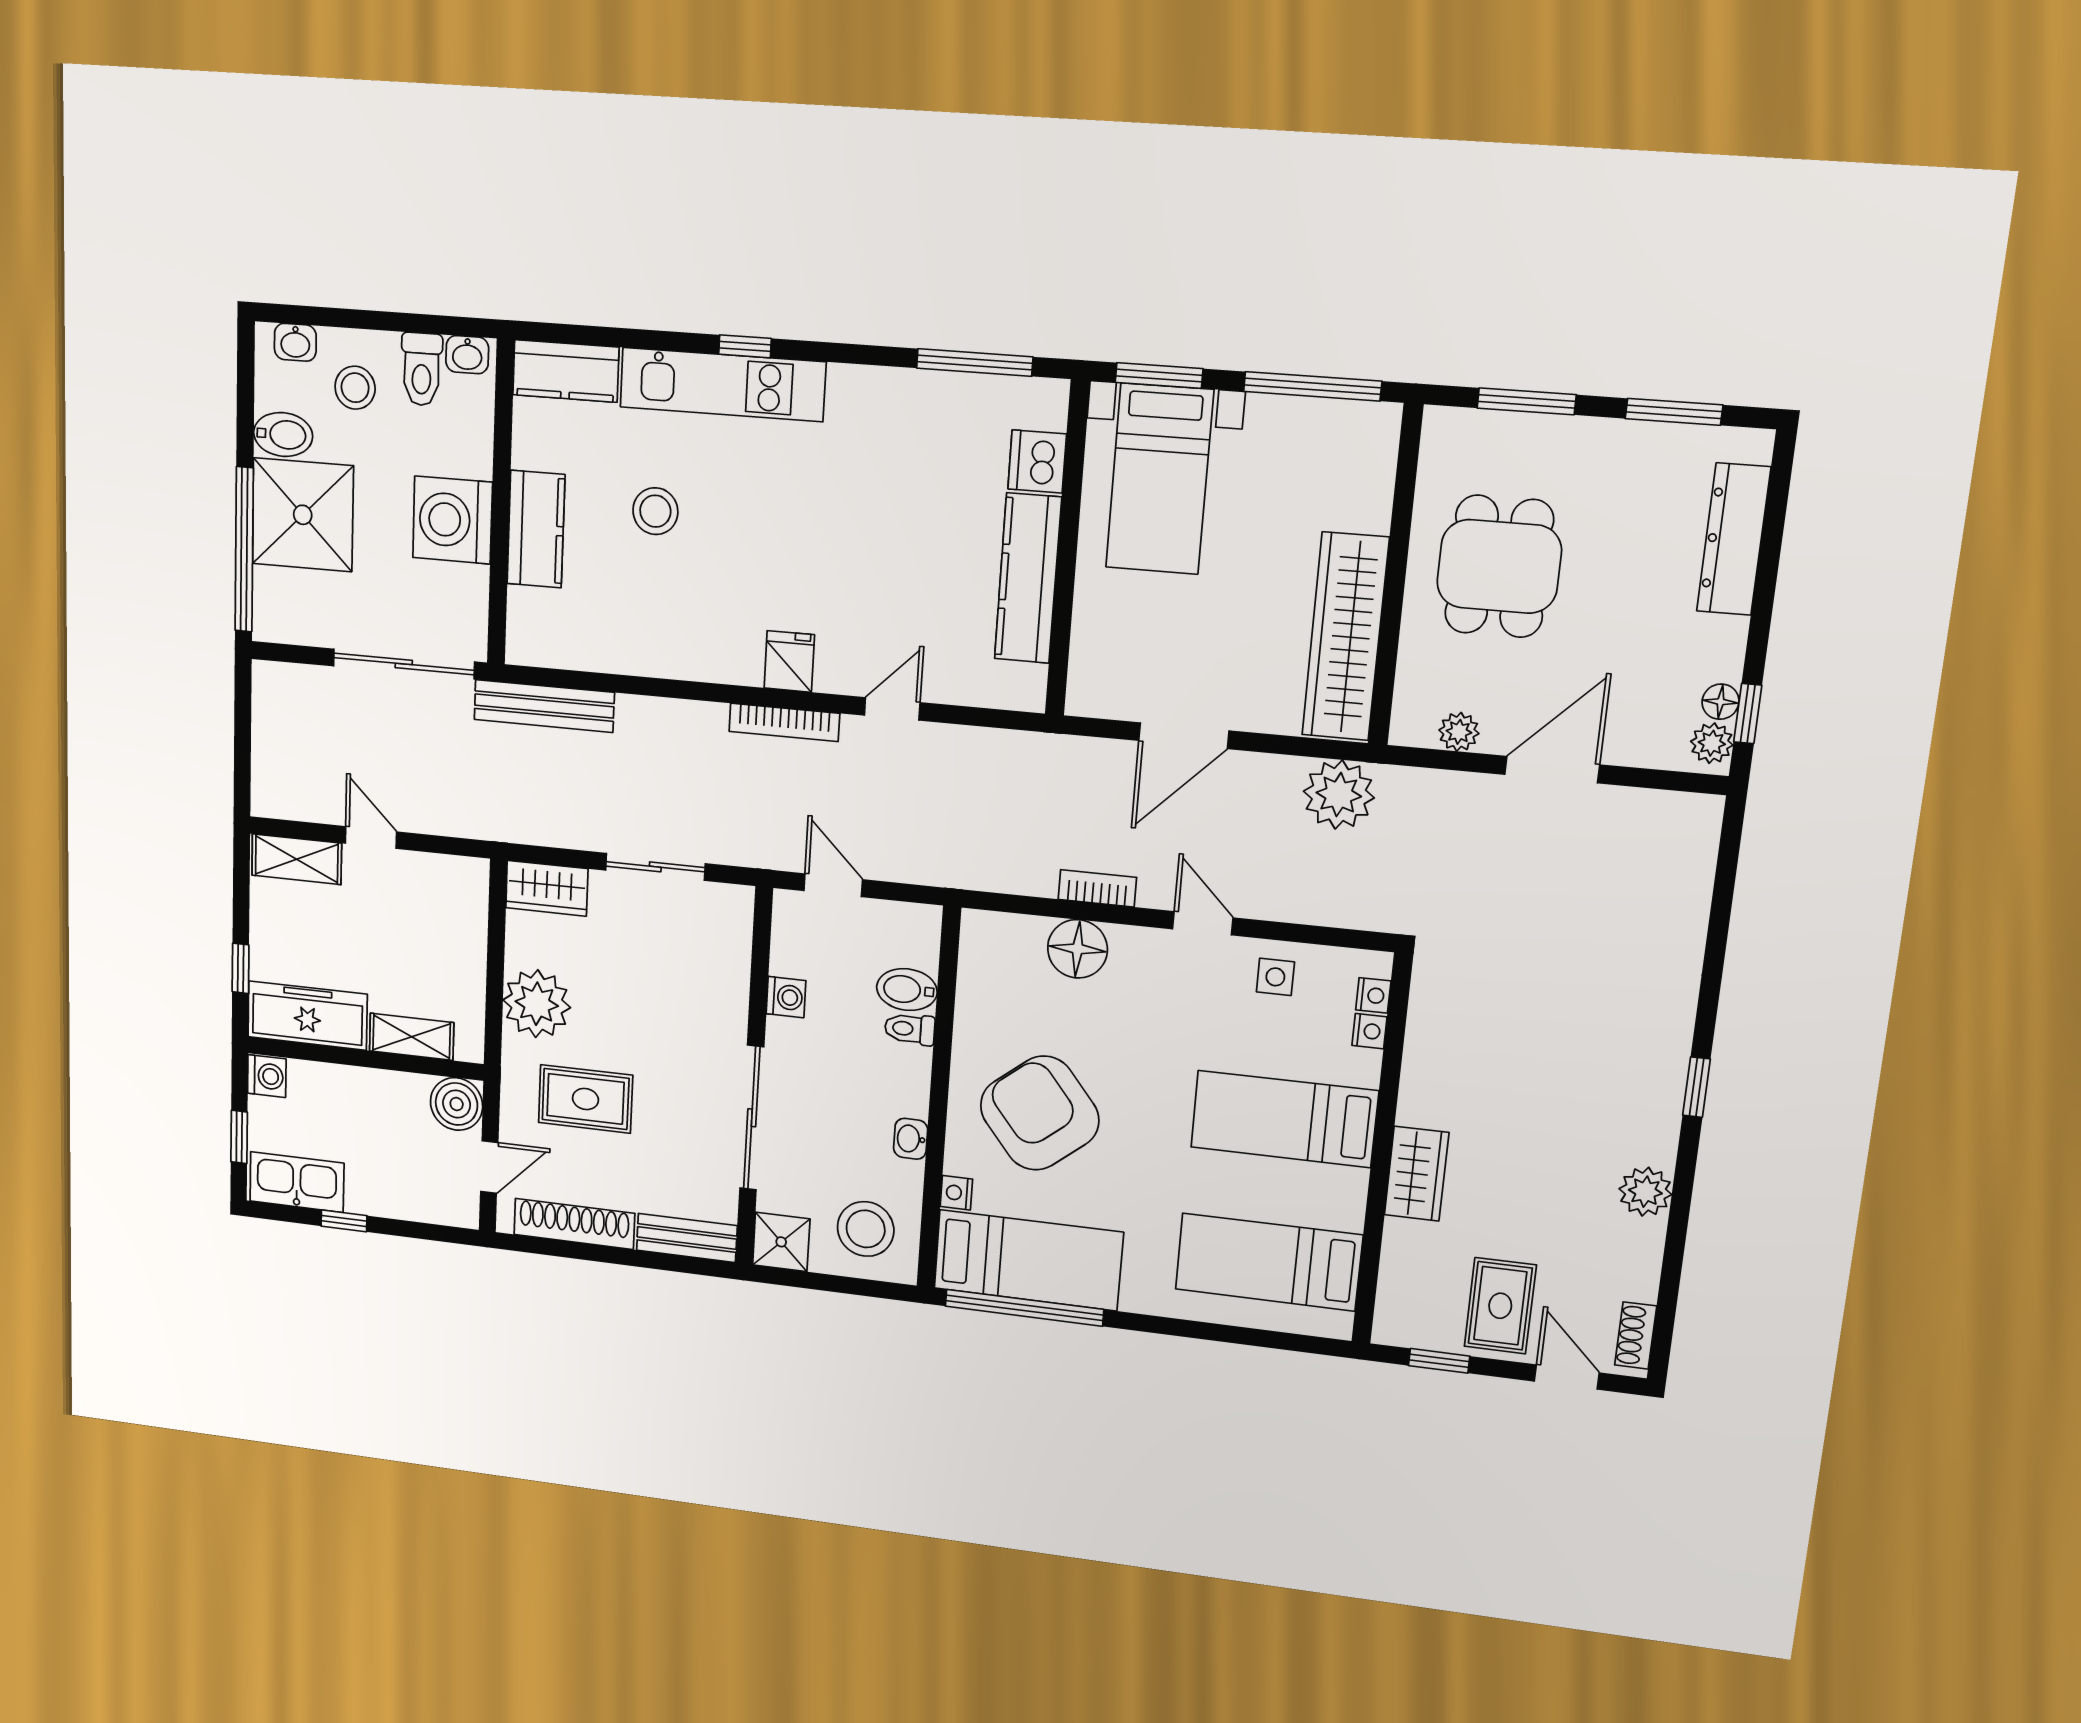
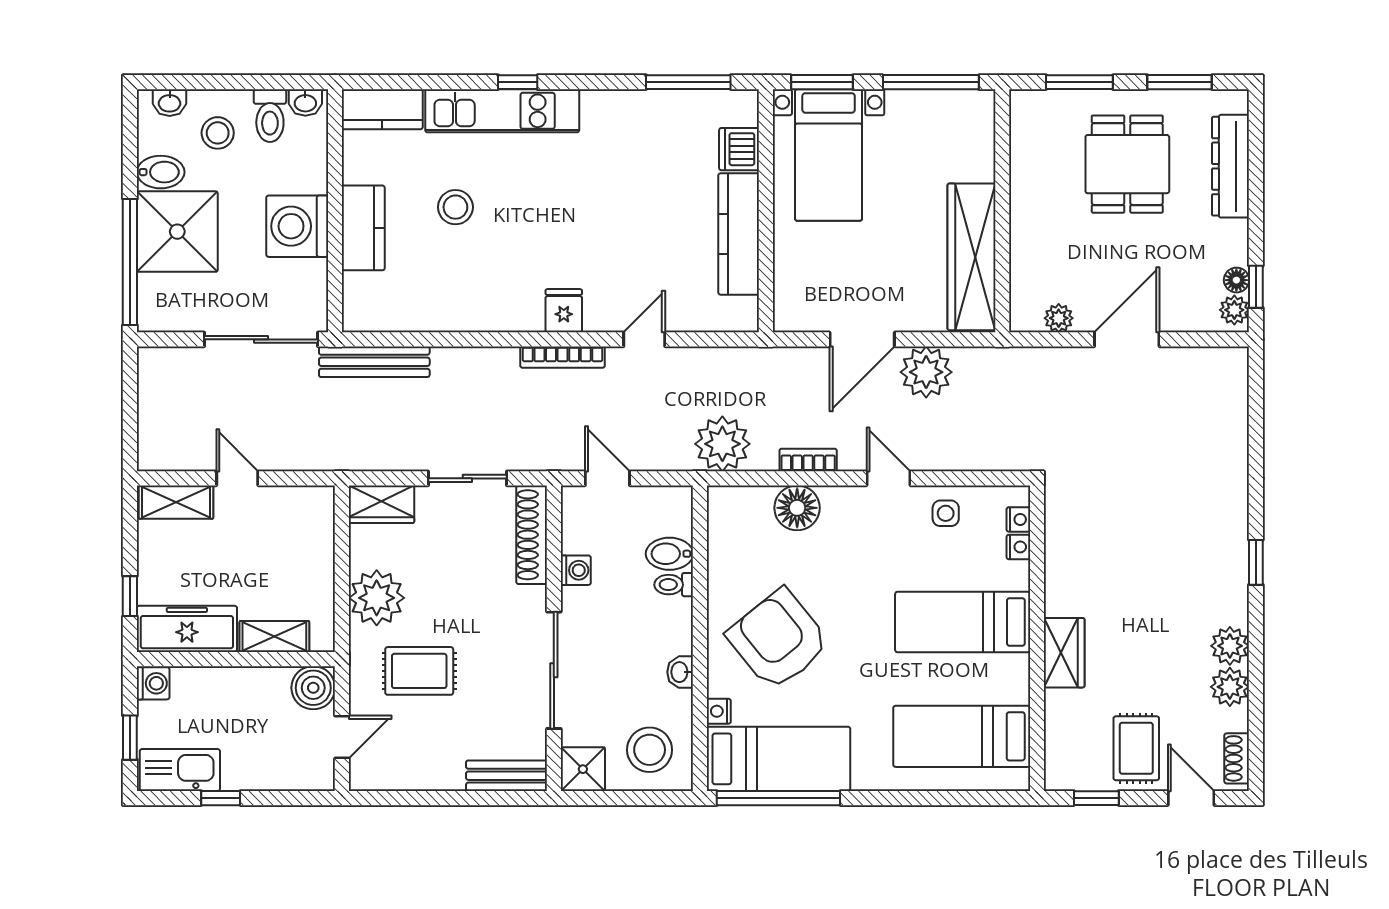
dining table: (1499, 566) -> (1127, 164), moved
plant: (1339, 795) -> (926, 372), moved
plant: (986, 856) -> (722, 444), added
shoe rack: (574, 1224) -> (532, 535), moved, turned -90
plant: (1638, 1244) -> (1230, 687), added

